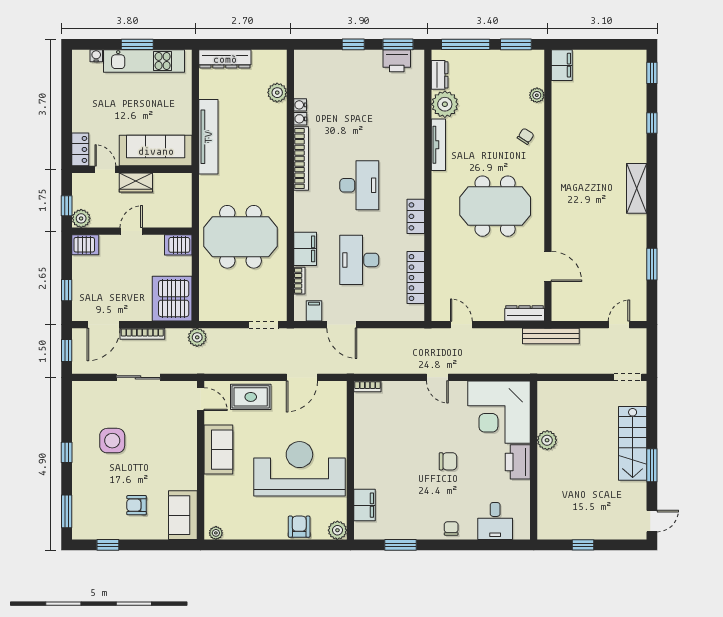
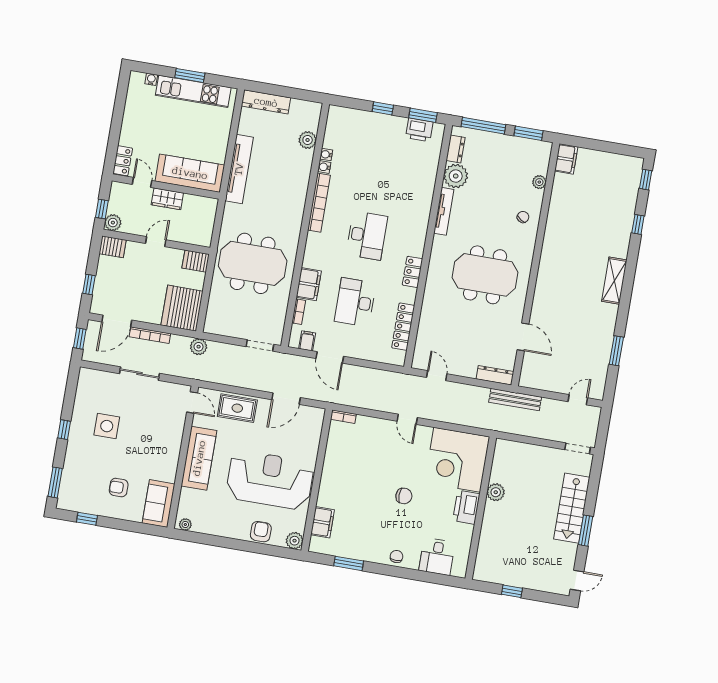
sofa: (218, 450) -> (199, 458), width x1.36

